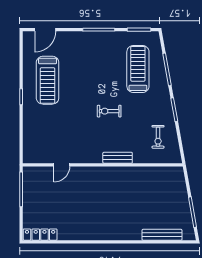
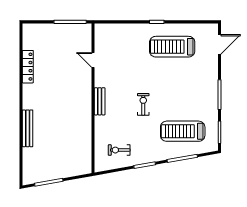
door: (45, 30) -> (219, 44), swing flipped
treadmill: (138, 69) -> (183, 131), turned 180
bench: (118, 158) -> (100, 101), moved
locker: (40, 235) -> (28, 67), moved
bench: (162, 235) -> (28, 128), moved

